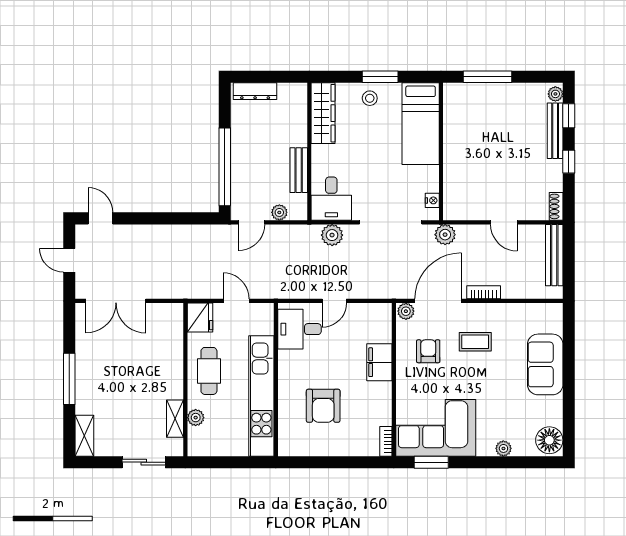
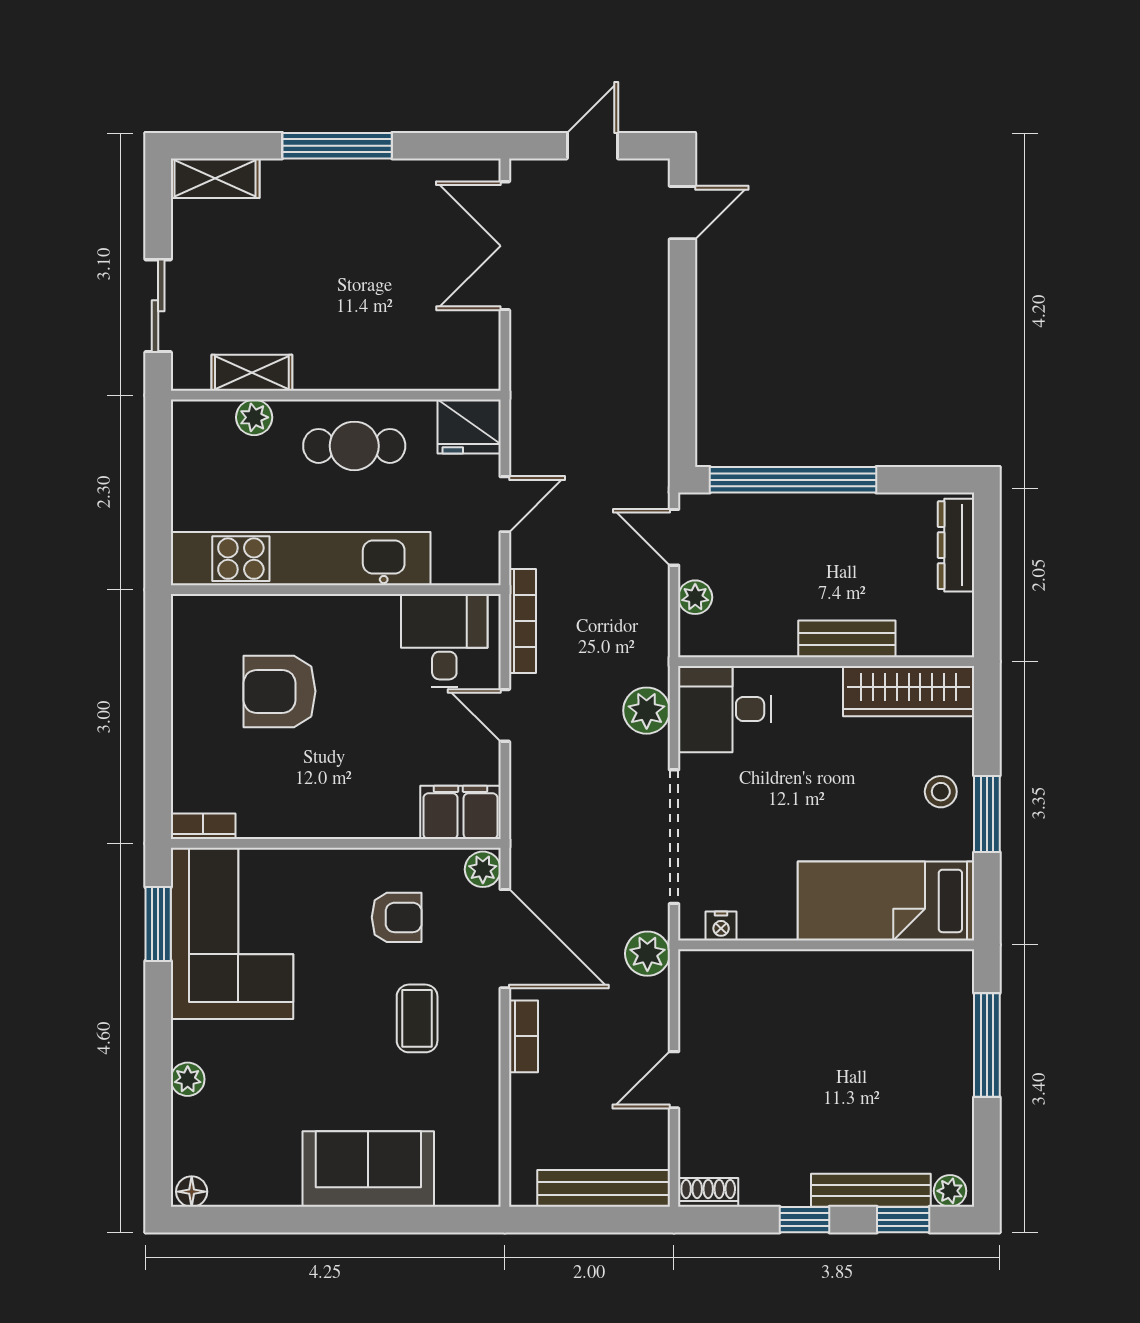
bench: (299, 170) -> (847, 639), moved
bookcase: (290, 293) -> (522, 621), added
filing cabinet: (379, 362) -> (461, 812), moved
floor lamp: (549, 440) -> (192, 1192), width x0.53, depth x0.53

